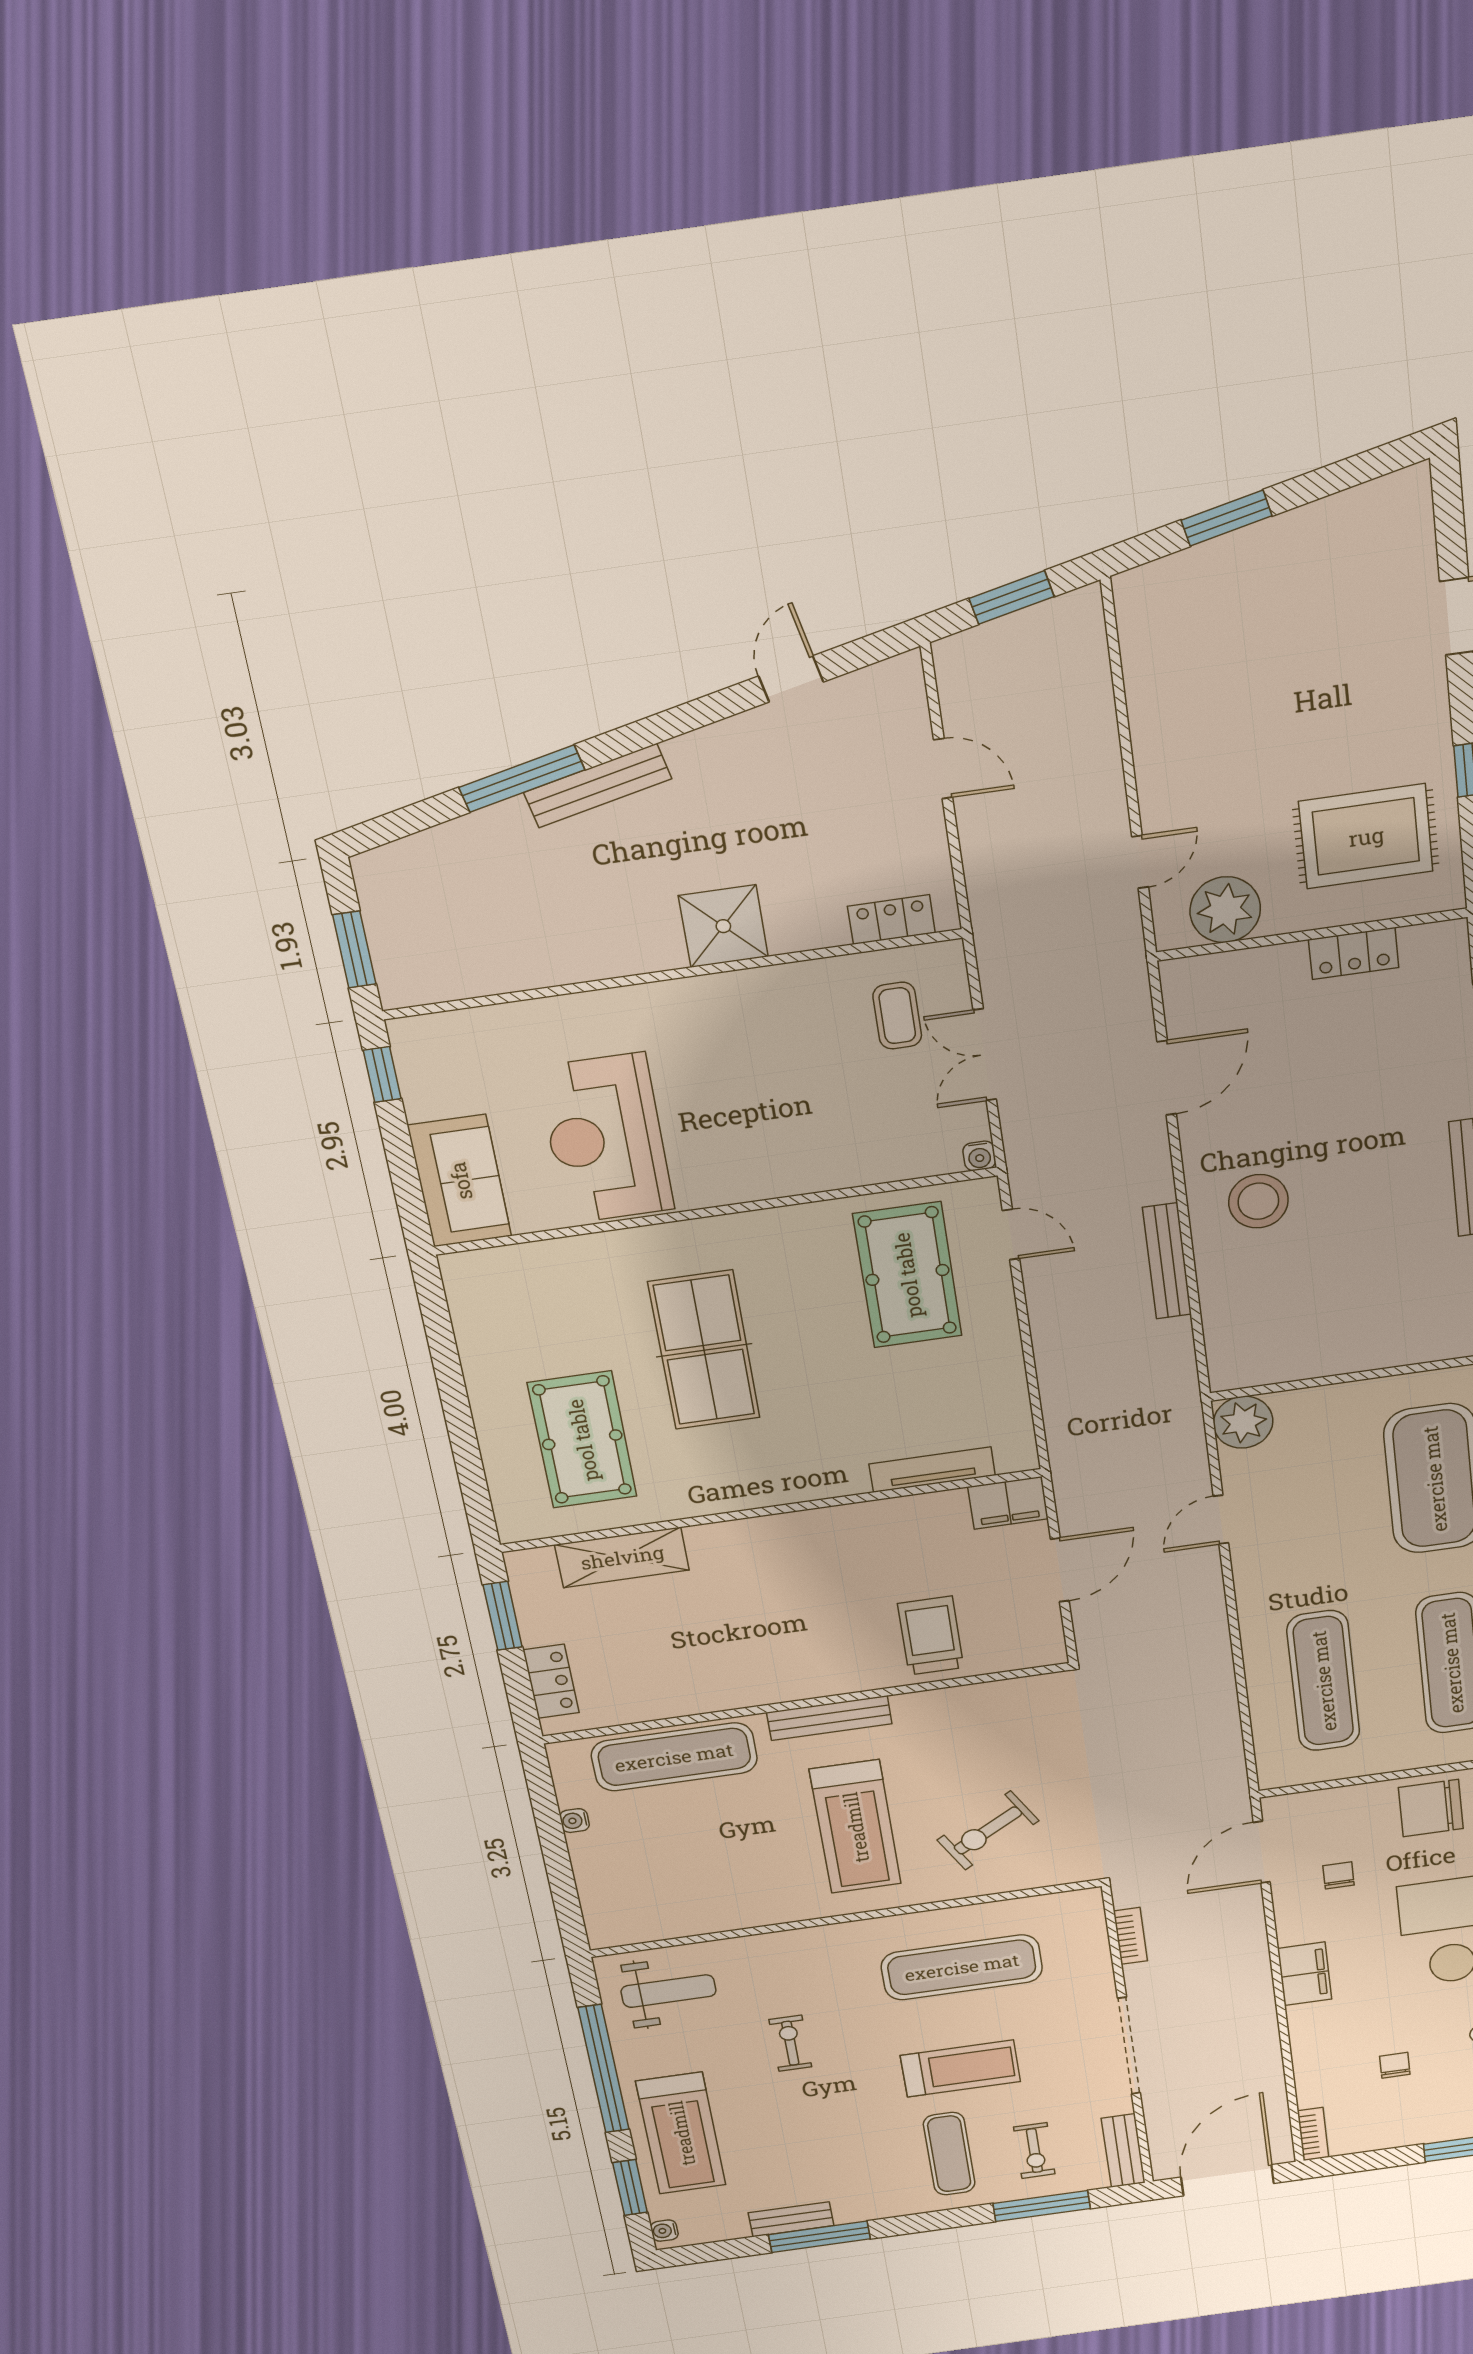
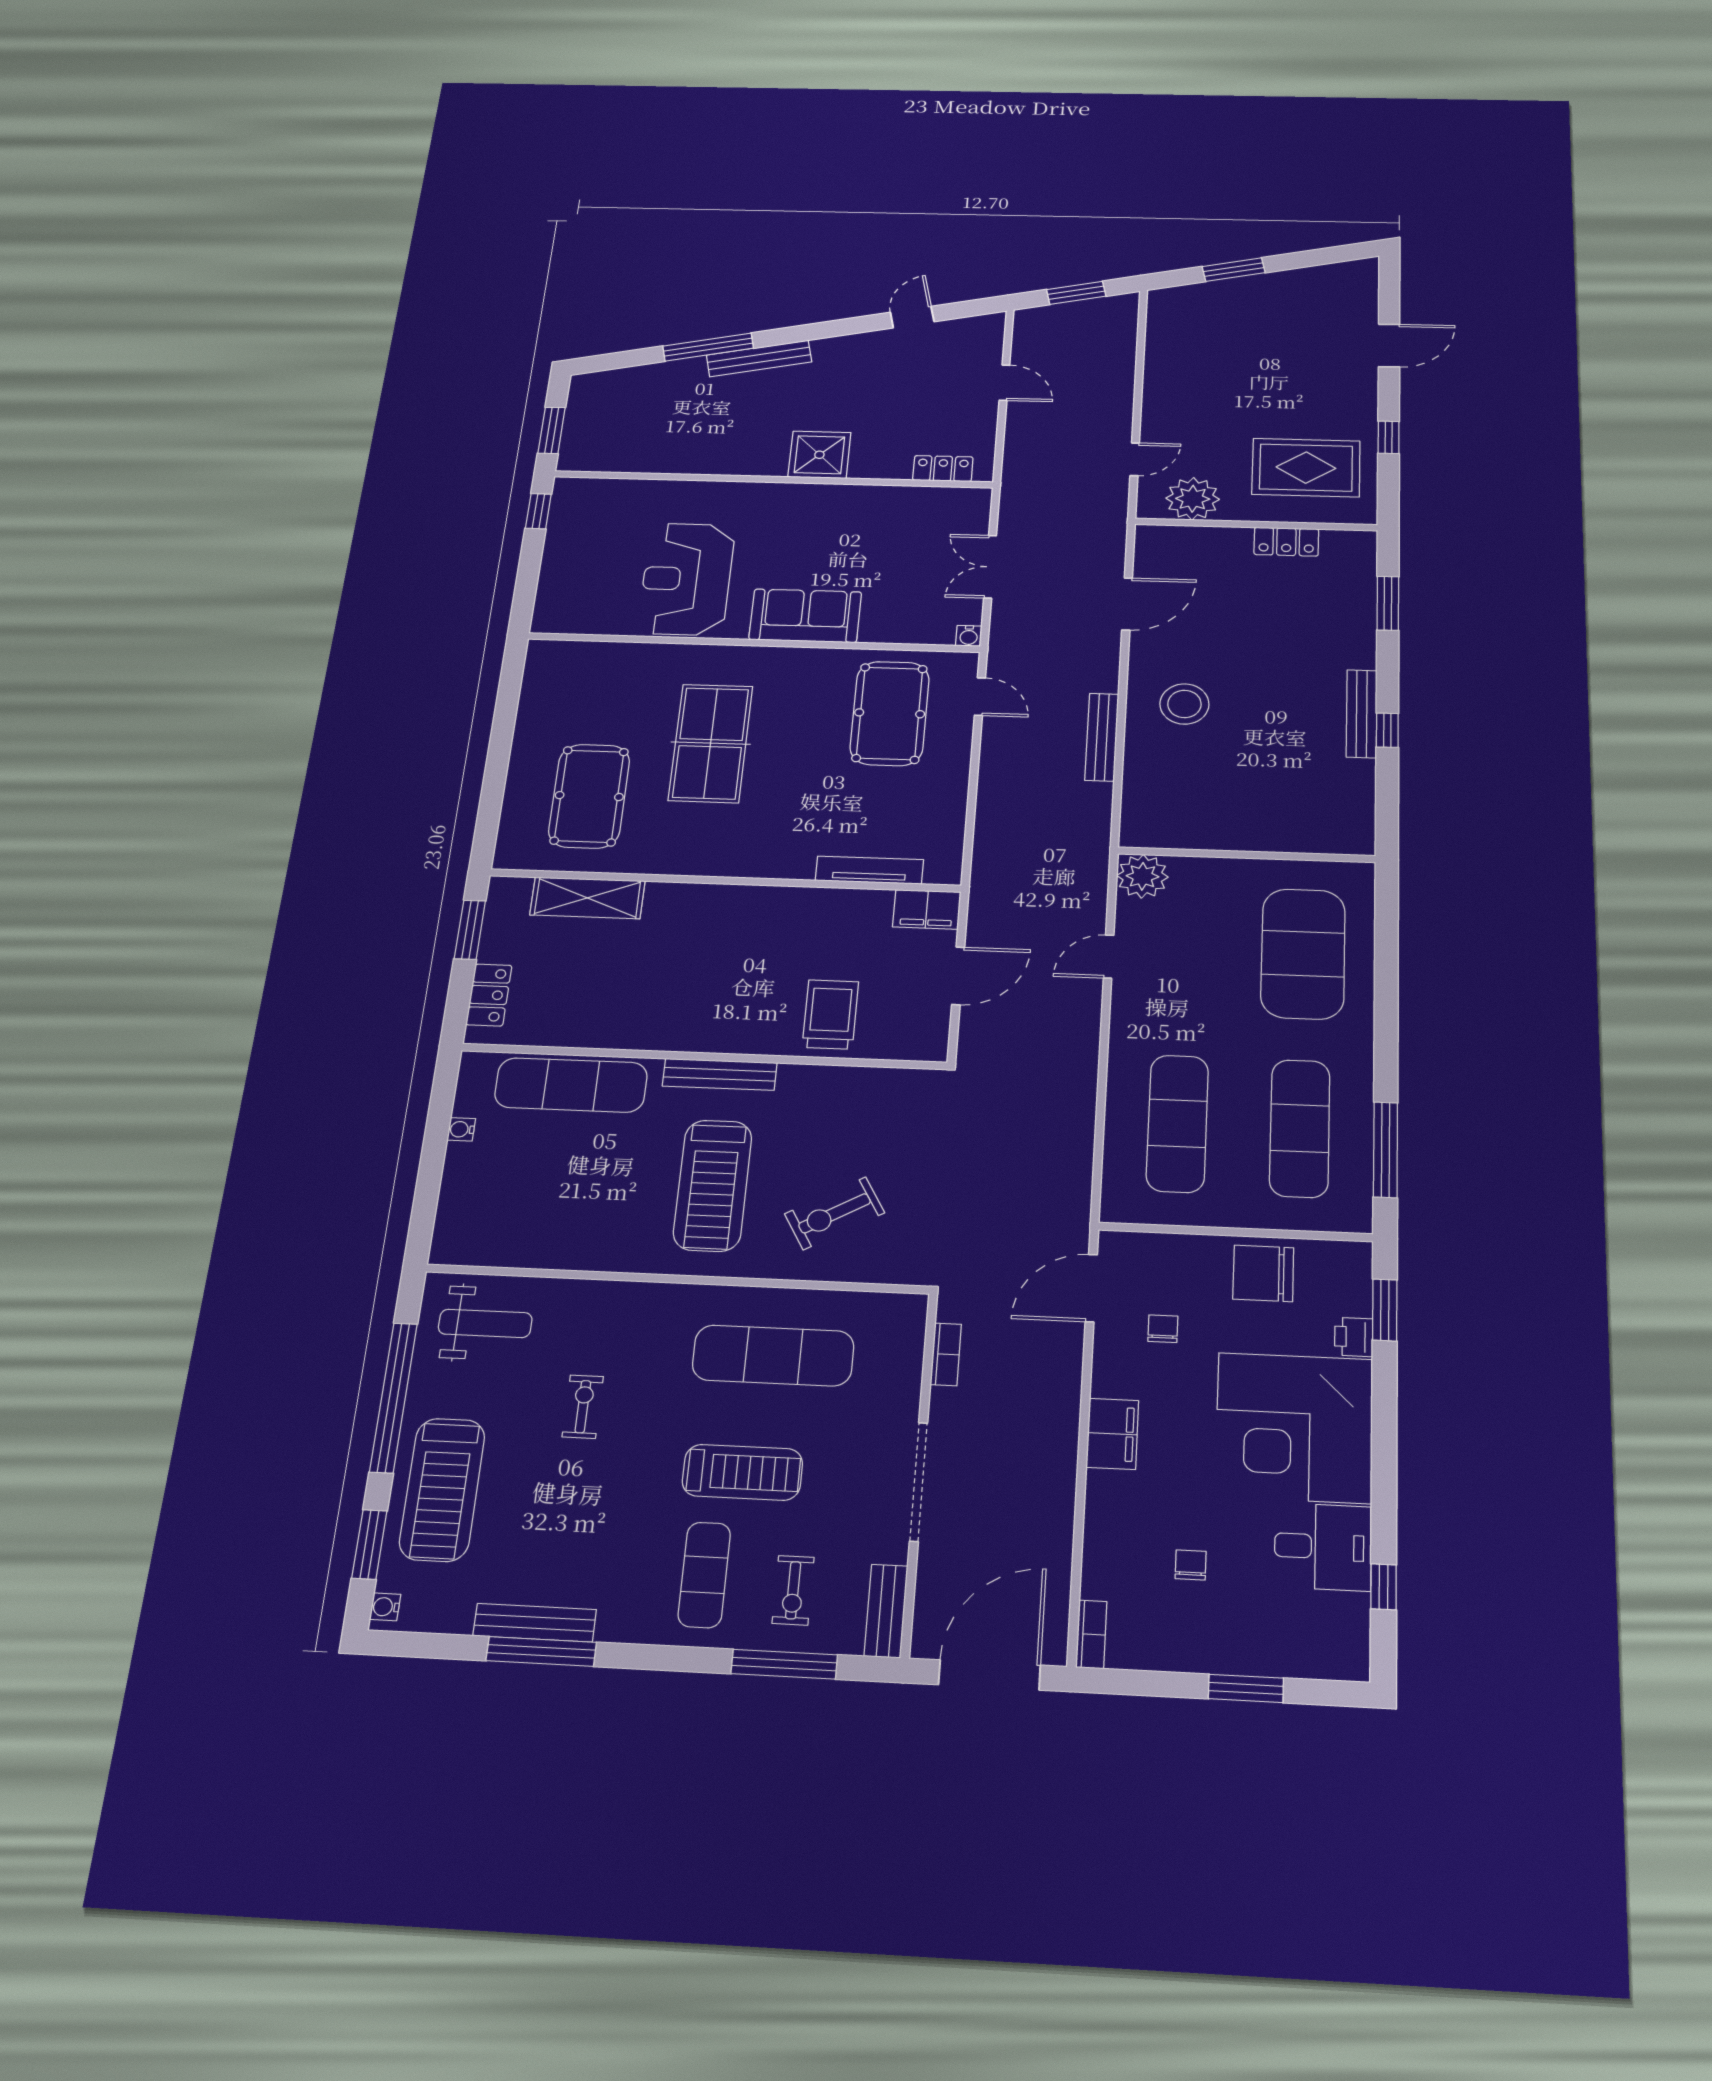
coffee table: (897, 1016) -> (931, 531), removed
sofa: (460, 1181) -> (805, 616), moved, turned -90
bench: (791, 2219) -> (535, 1623), width x1.36

